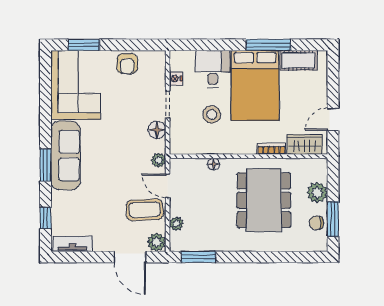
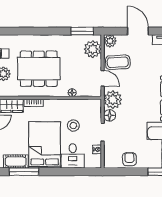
window: (268, 45) -> (24, 172), moved
plant: (159, 160) -> (113, 99), width x1.87, depth x1.87
dining table: (264, 200) -> (39, 69), turned 90
plant: (176, 224) -> (93, 49), width x1.88, depth x1.88
door: (130, 257) -> (138, 31), moved

